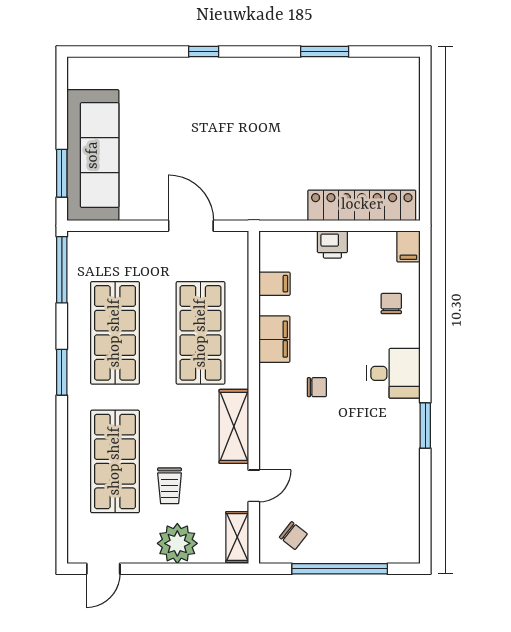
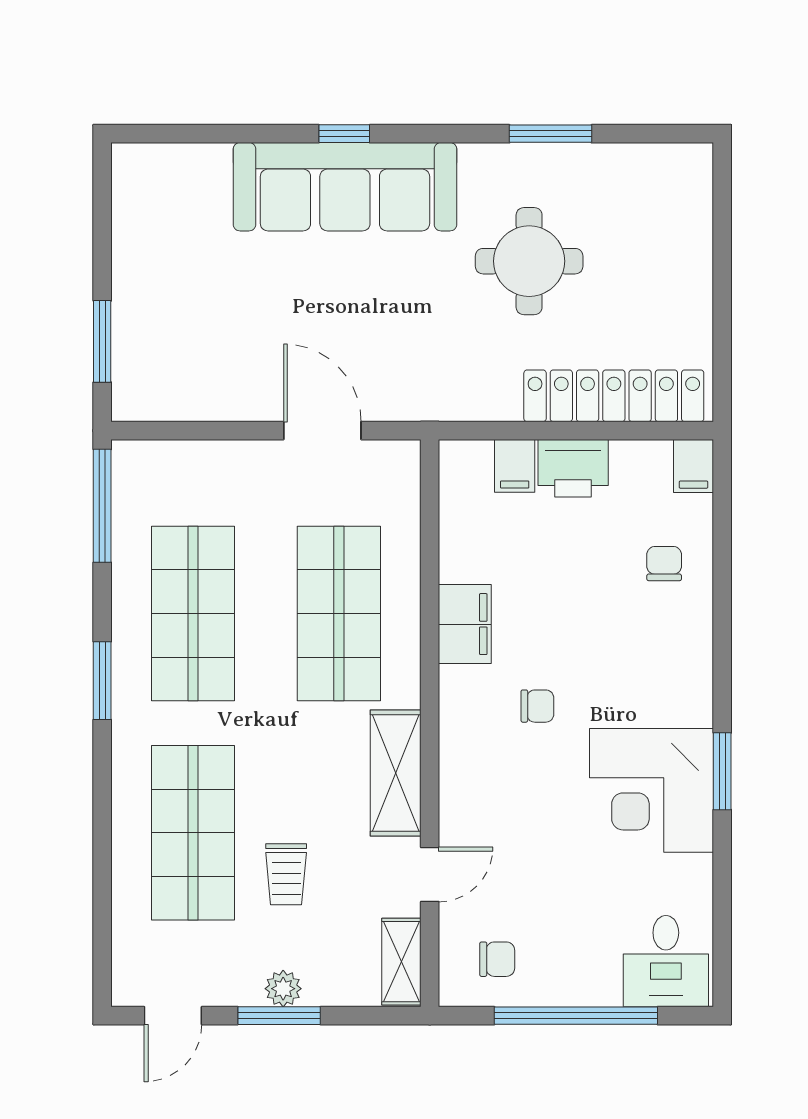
round table: (312, 126) -> (529, 261), added
sofa: (93, 155) -> (345, 187), moved, turned 90
printer: (332, 244) -> (573, 468), width x1.36, depth x1.24
filing cabinet: (274, 284) -> (515, 466), moved, turned 90
desk: (393, 373) -> (666, 961), moved, turned 90
corner desk: (384, 437) -> (651, 790), added
chair: (293, 536) -> (497, 959), turned -38
plant: (177, 543) -> (283, 989), width x0.53, depth x0.53
window: (165, 569) -> (279, 1016), added

